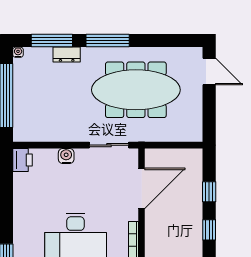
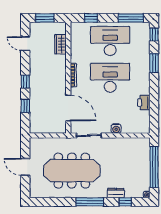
window: (52, 41) -> (125, 202), width x0.46
door: (209, 71) -> (25, 167), moved
printer: (22, 160) -> (144, 103), moved
door: (142, 188) -> (68, 108), swing flipped

